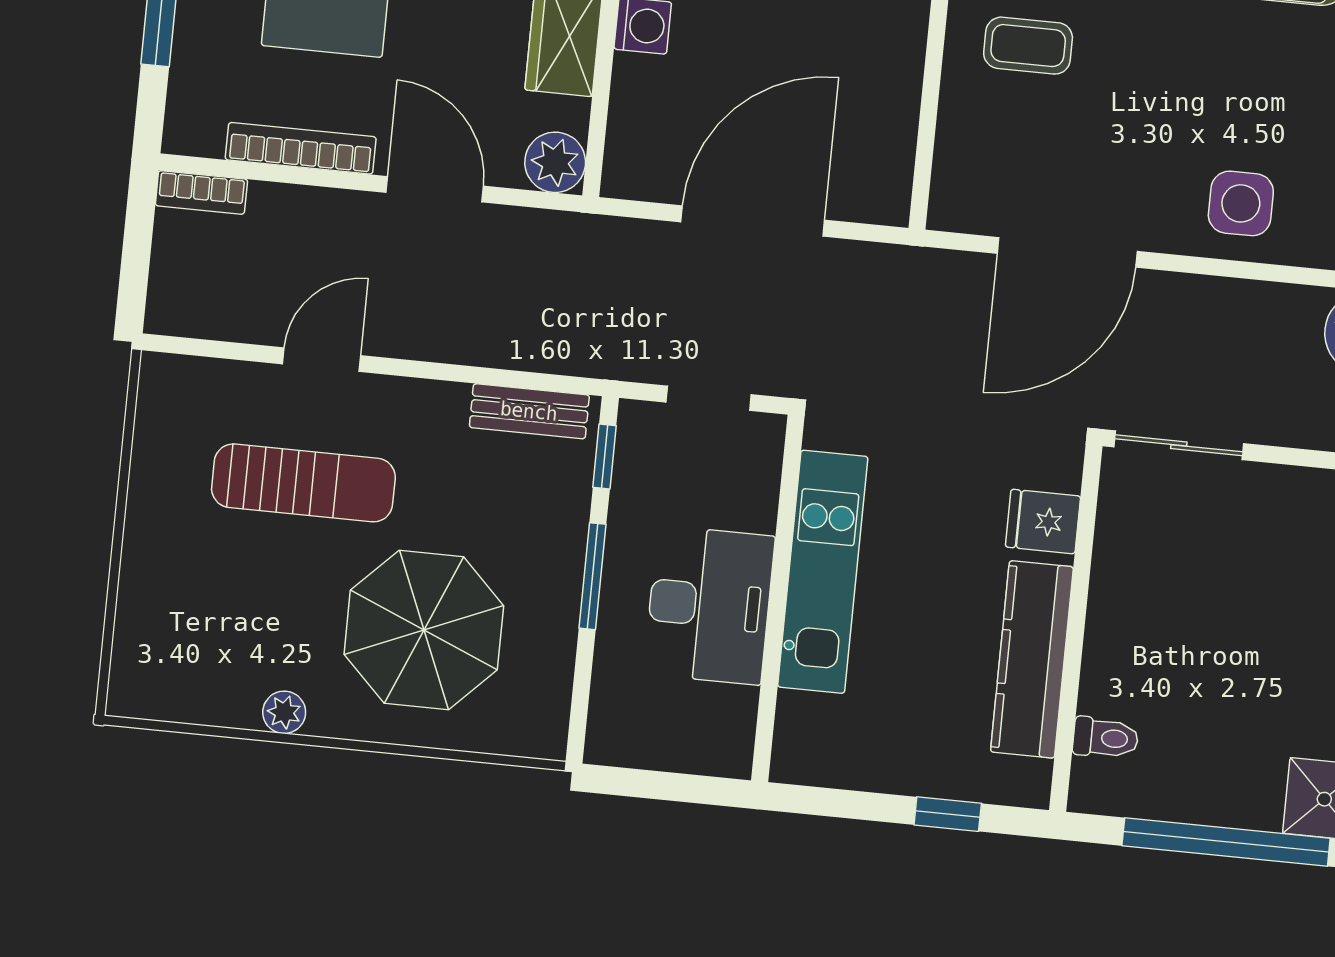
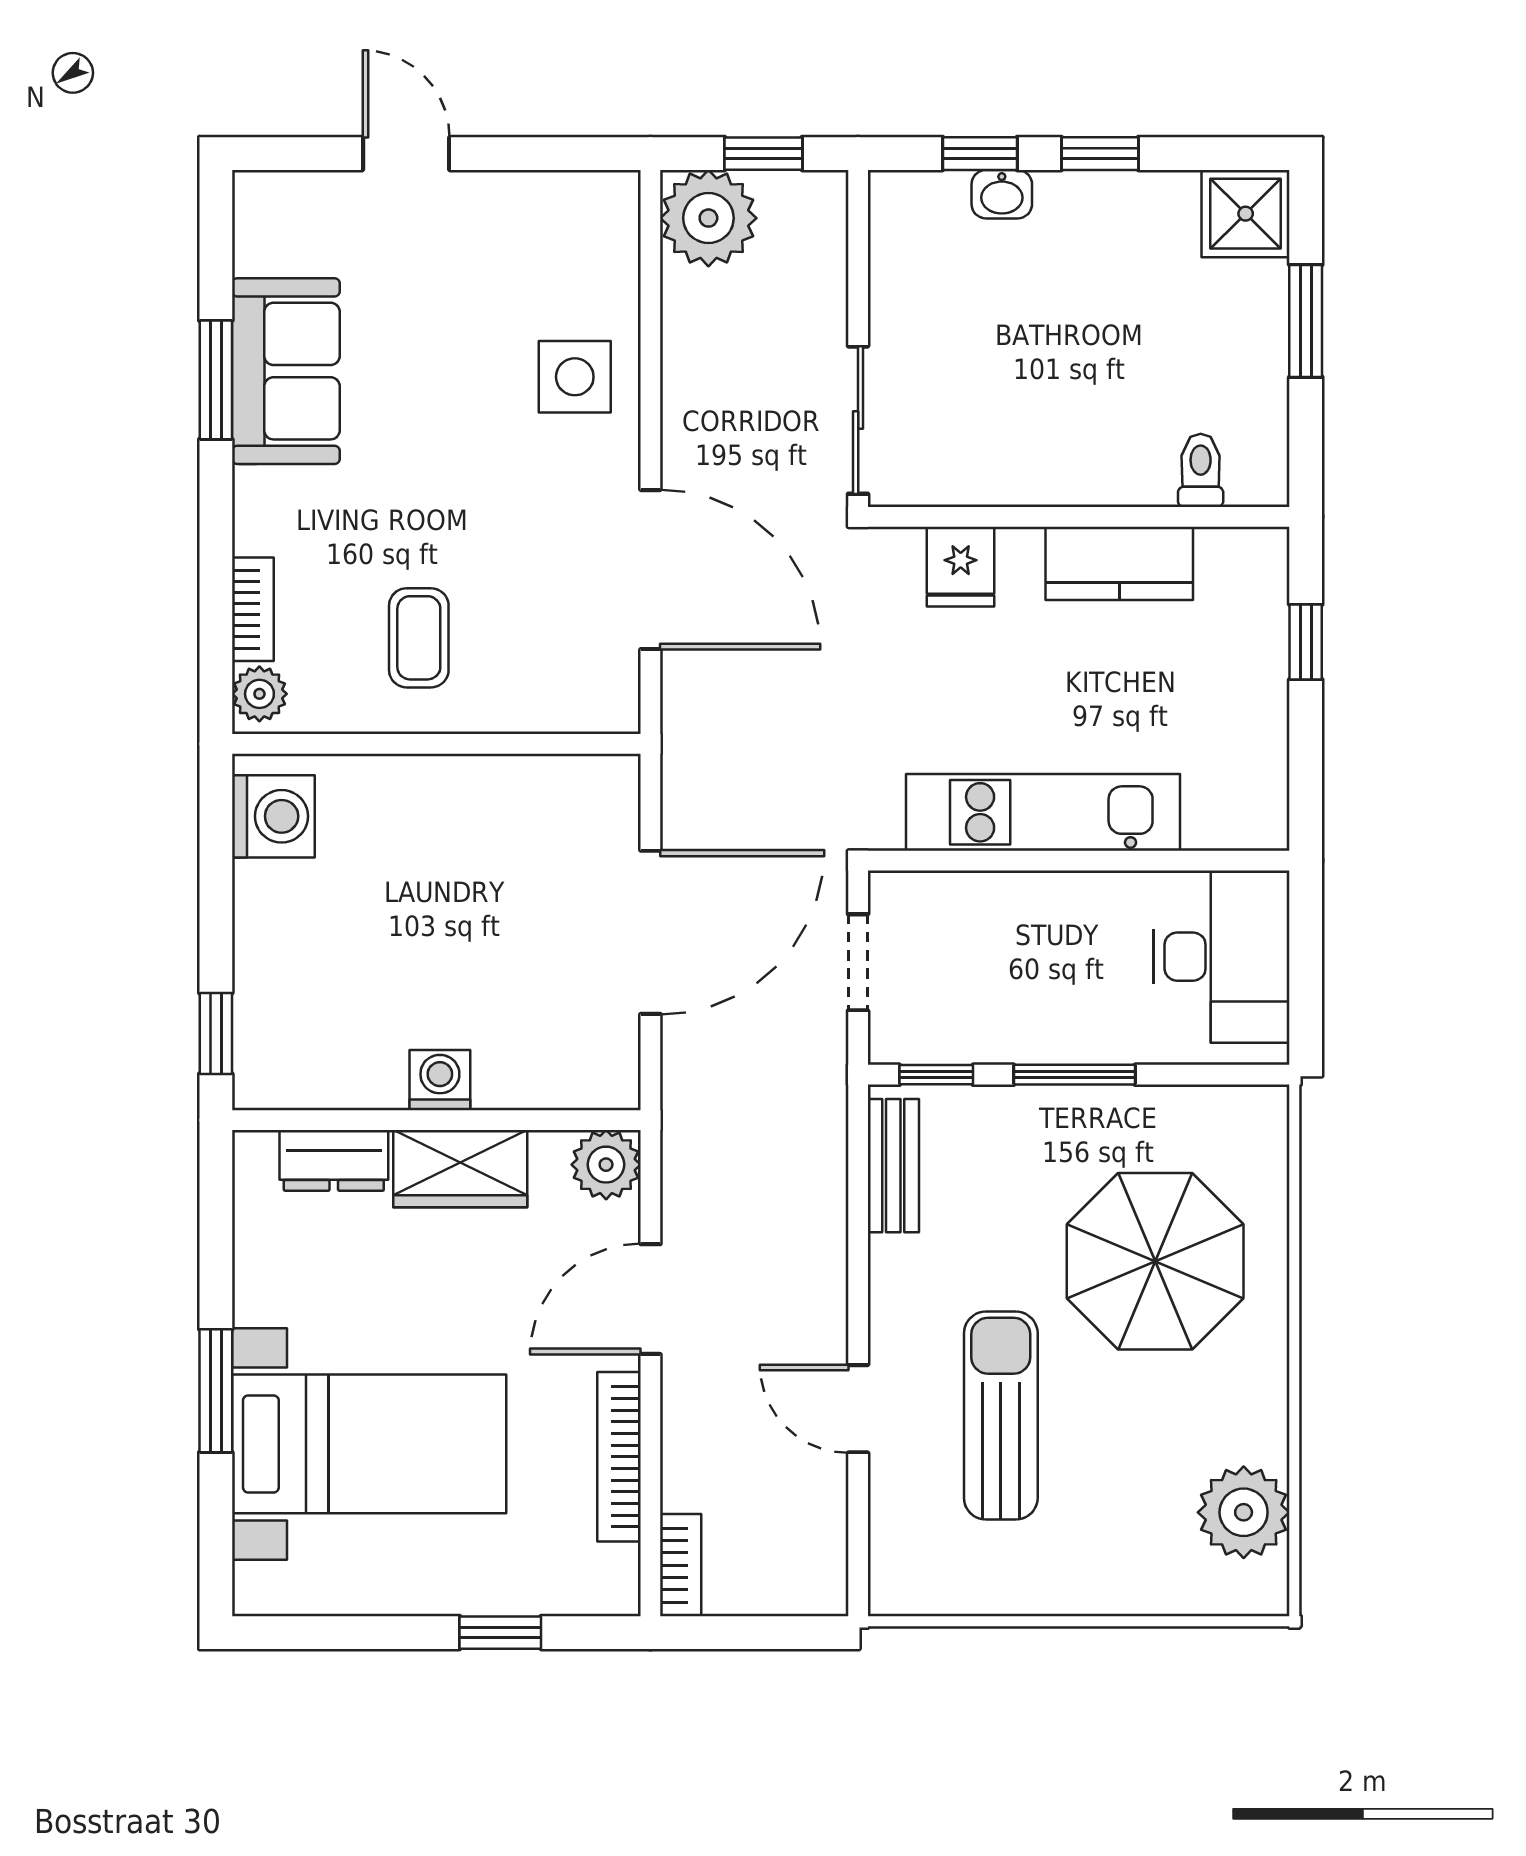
door: (753, 221) -> (650, 932), swing flipped
desk: (709, 605) -> (1222, 957), moved, turned 90
kitchen counter: (1032, 659) -> (1119, 563), width x0.67
plant: (284, 712) -> (1244, 1512), moved, width x1.87, depth x1.87
window: (1226, 842) -> (1306, 321), width x0.47

